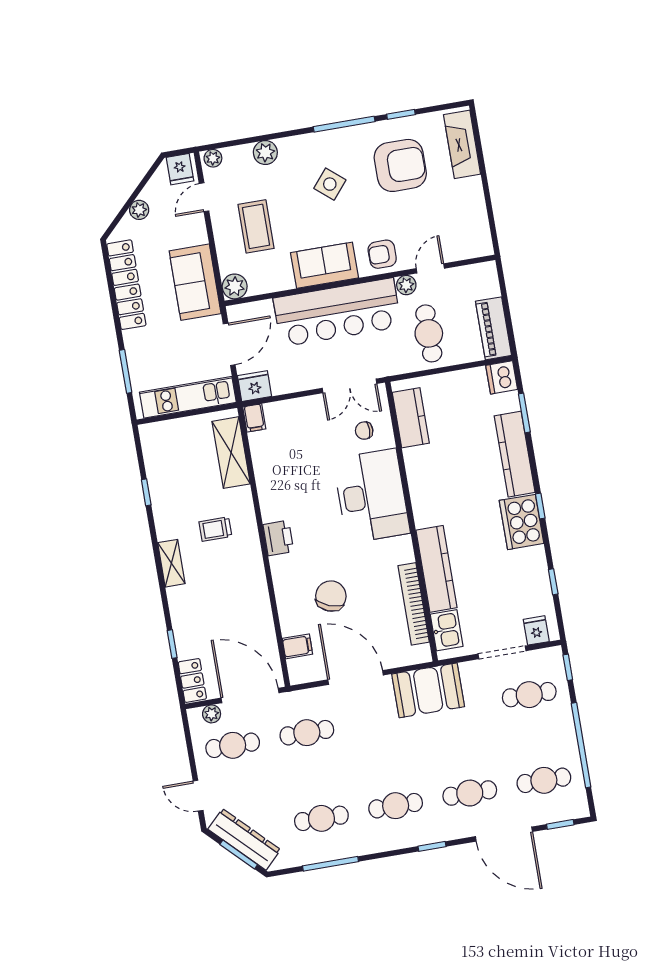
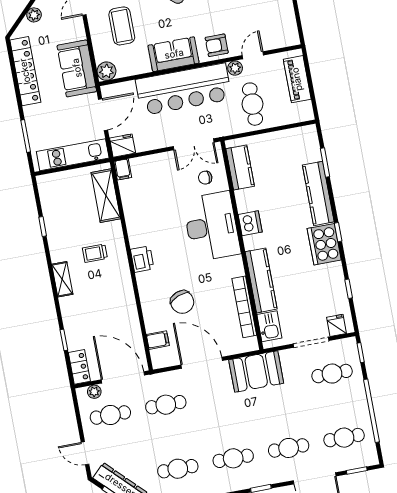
piano: (494, 328) -> (297, 79), moved
dishwasher: (502, 377) -> (250, 223), moved, turned 180
chair: (331, 596) -> (182, 302), turned 138

